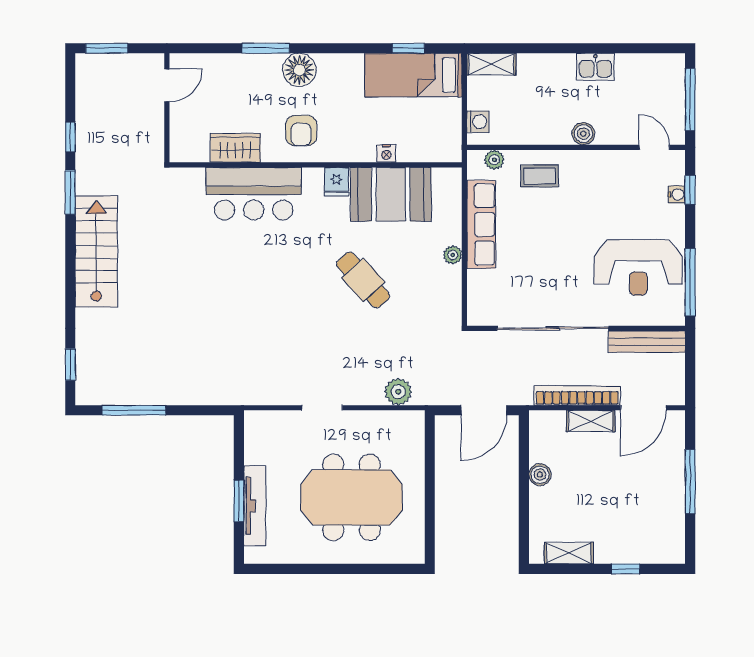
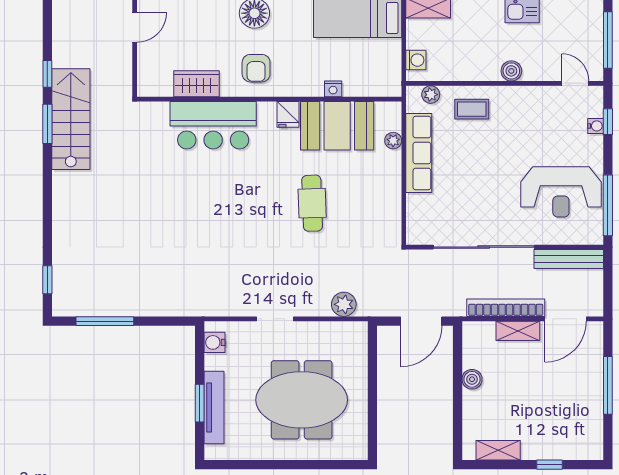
stairs: (96, 252) -> (71, 119), moved
plant: (453, 255) -> (393, 141), moved
cafe table: (363, 280) -> (312, 203), turned 40
water cooler: (255, 434) -> (214, 342), added

